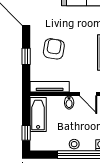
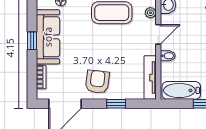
armchair: (54, 49) -> (97, 82), moved, turned 88

